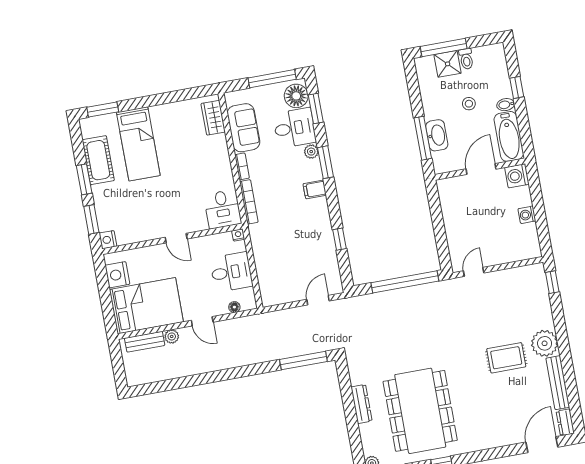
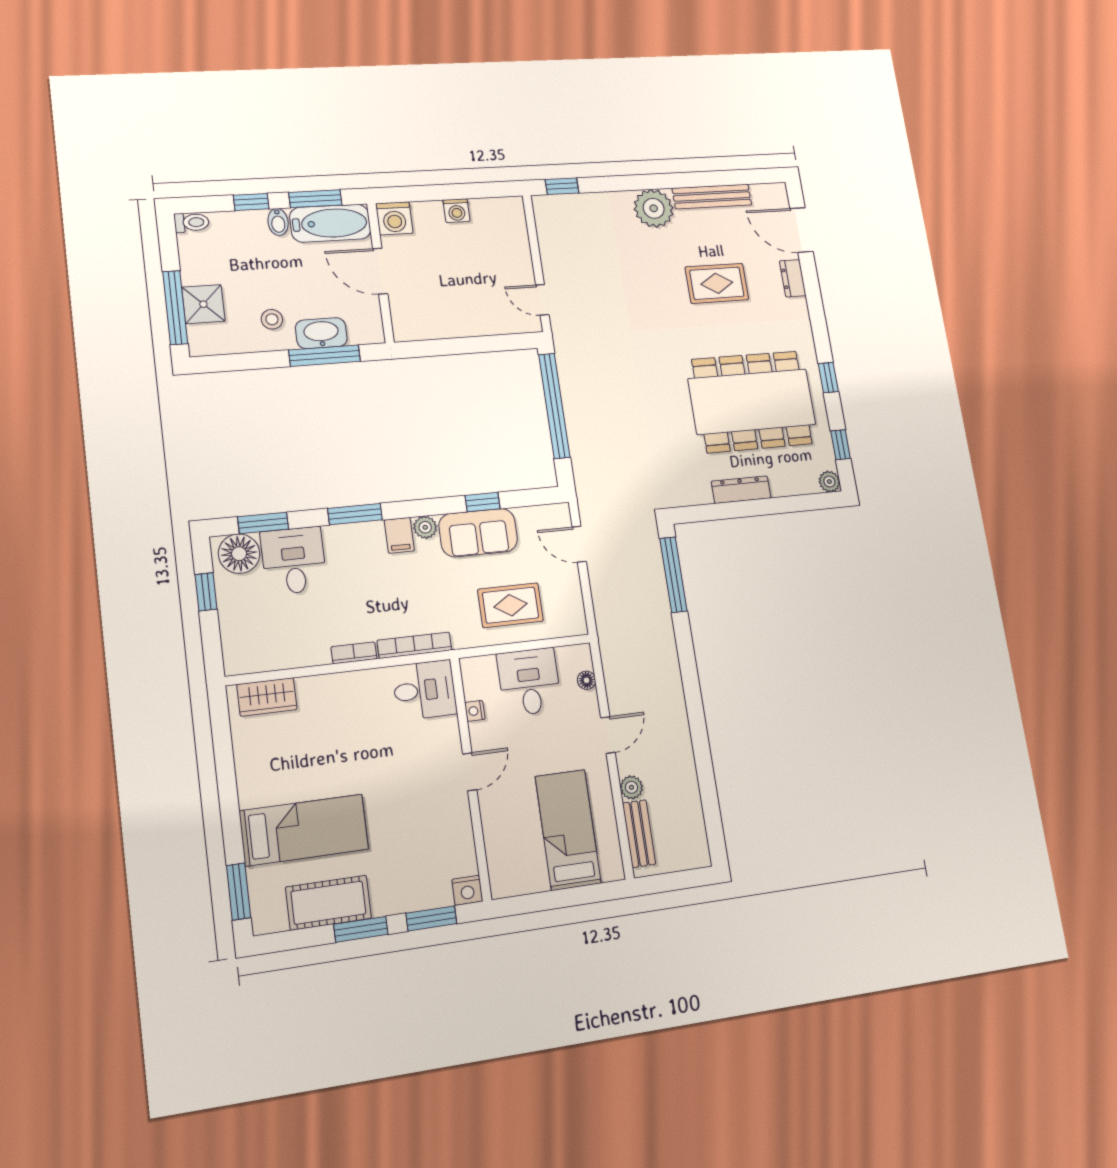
toilet: (466, 59) -> (192, 222), moved
window: (272, 79) -> (206, 592), width x0.46
stool: (469, 104) -> (272, 319), moved
window: (524, 126) -> (315, 199), added
sofa: (243, 128) -> (478, 533), moved, turned 180
plant: (311, 152) -> (425, 527), moved
nightstand: (238, 235) -> (475, 711), moved
rug: (277, 259) -> (510, 605), added
nightstand: (117, 275) -> (527, 876), removed
bed: (146, 306) -> (568, 830), width x0.67
rug: (506, 358) -> (717, 283), moved, turned 90
dresser: (565, 422) -> (793, 278), moved, turned 90

